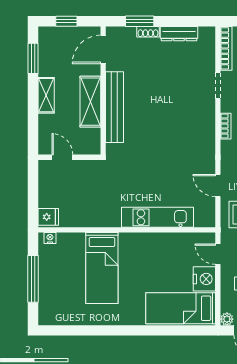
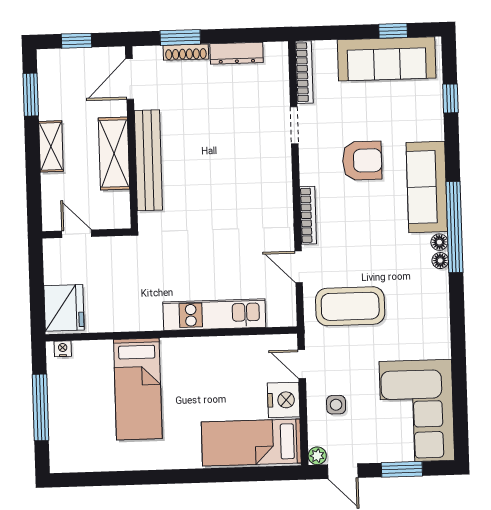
shoe rack: (148, 32) -> (186, 52), width x1.43
bookcase: (226, 126) -> (308, 215), moved, width x1.56
fridge: (48, 217) -> (64, 308), width x1.88, depth x1.34

